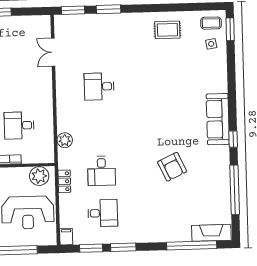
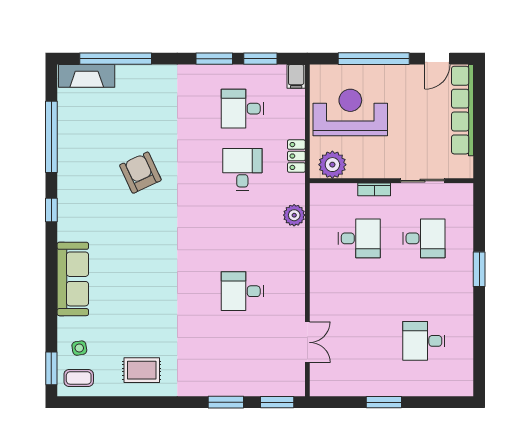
desk: (99, 86) -> (242, 291), turned 180
sofa: (218, 119) -> (73, 279), moved

